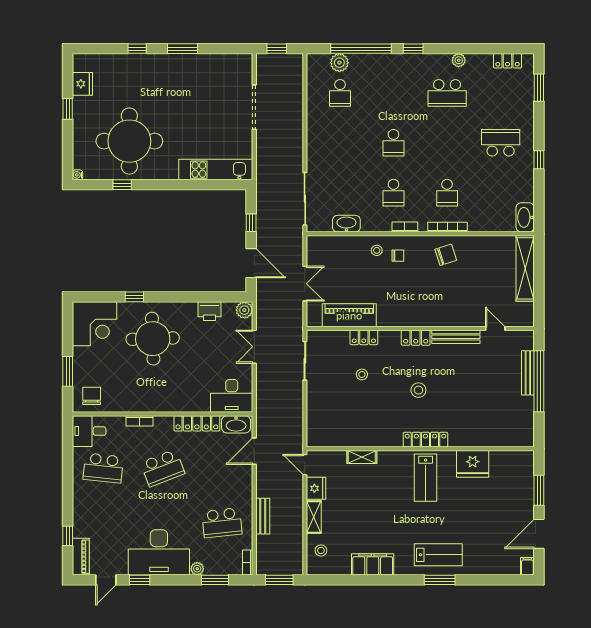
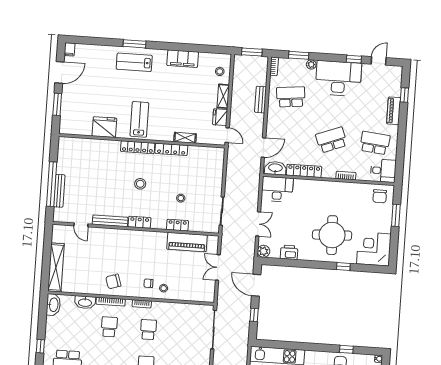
washbasin: (346, 224) -> (85, 302), moved
locker: (379, 440) -> (171, 149), added
piano: (81, 557) -> (394, 111), moved

